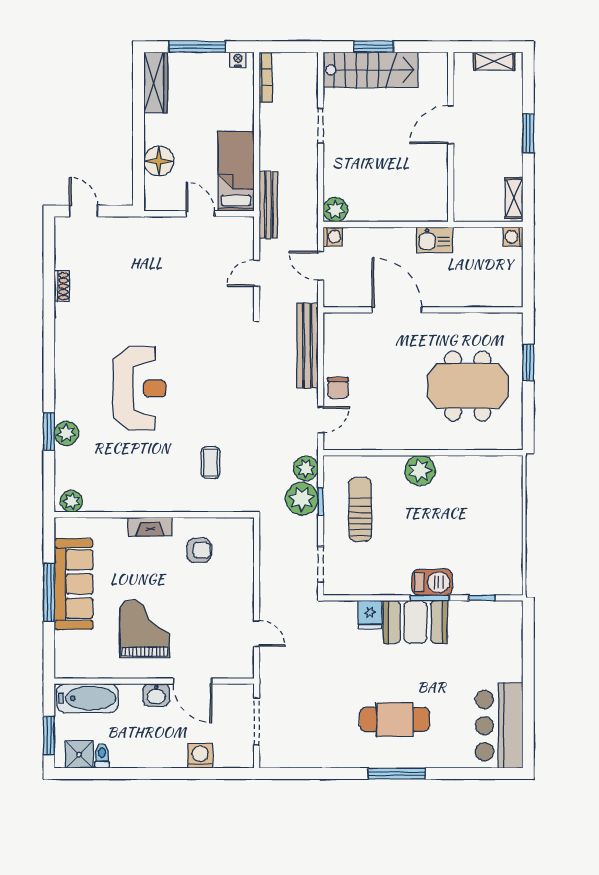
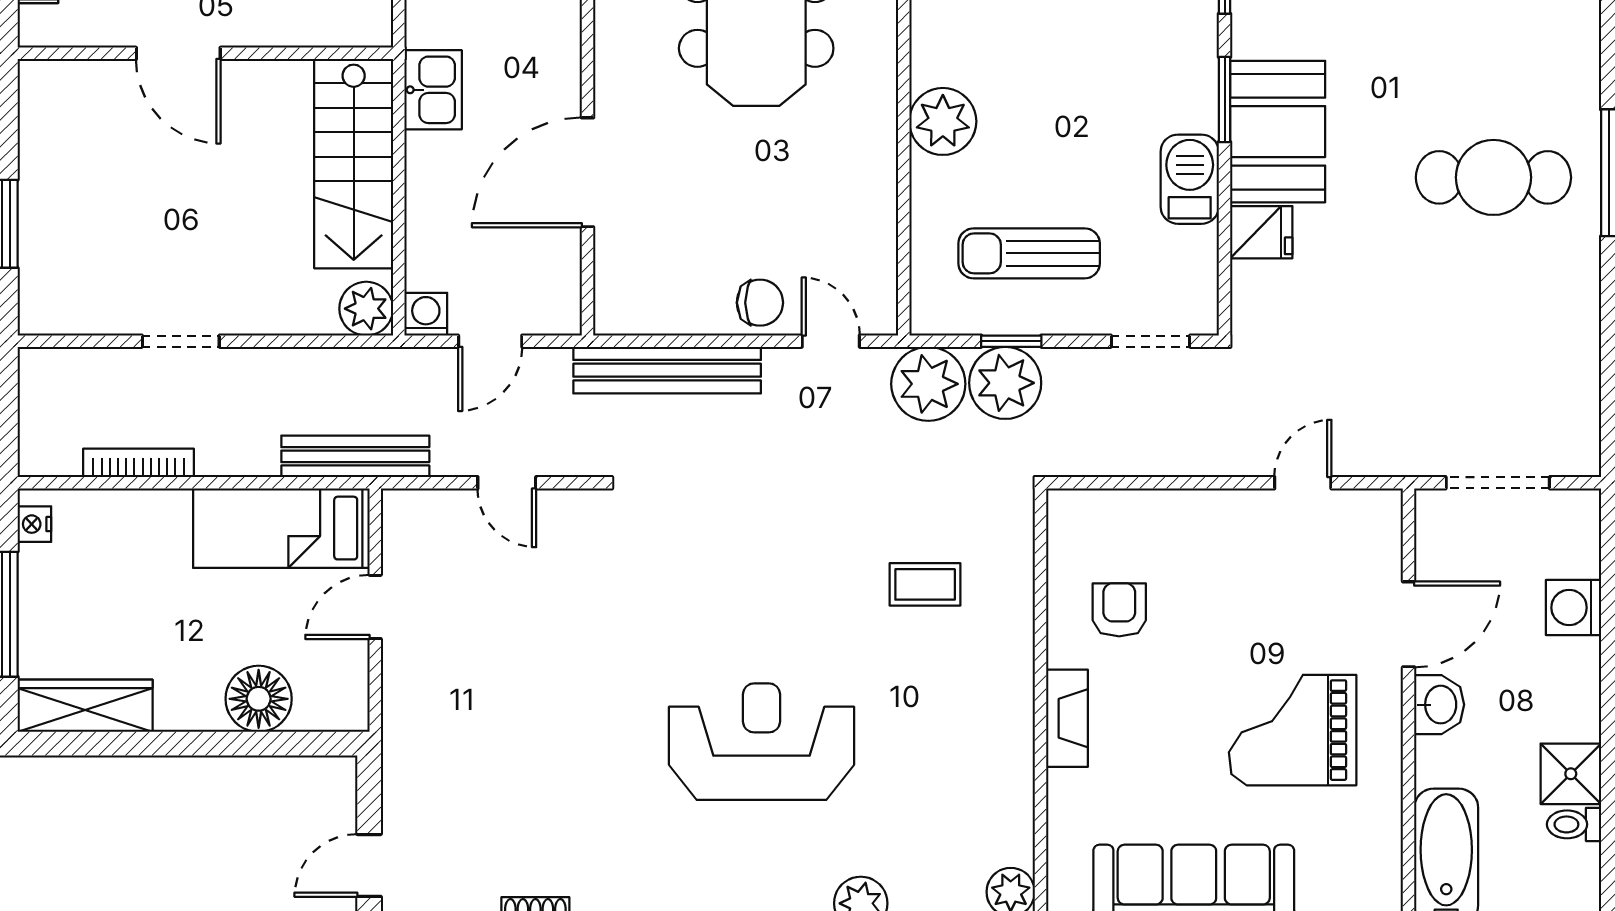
stairs: (370, 70) -> (354, 164), moved, turned 180
bookcase: (266, 77) -> (138, 463), moved
plant: (306, 468) -> (928, 384), width x1.36, depth x1.36
barbecue: (432, 582) -> (1190, 179), moved
cafe table: (395, 720) -> (1493, 177), turned 90
shower: (79, 755) -> (1571, 774), moved

